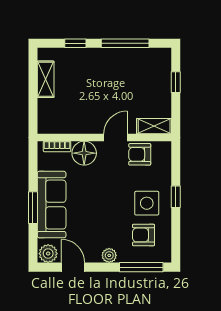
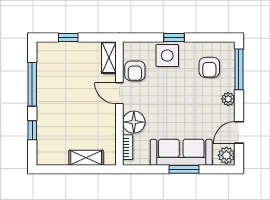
shelving: (46, 79) -> (86, 158), moved
side table: (147, 203) -> (167, 56), moved

